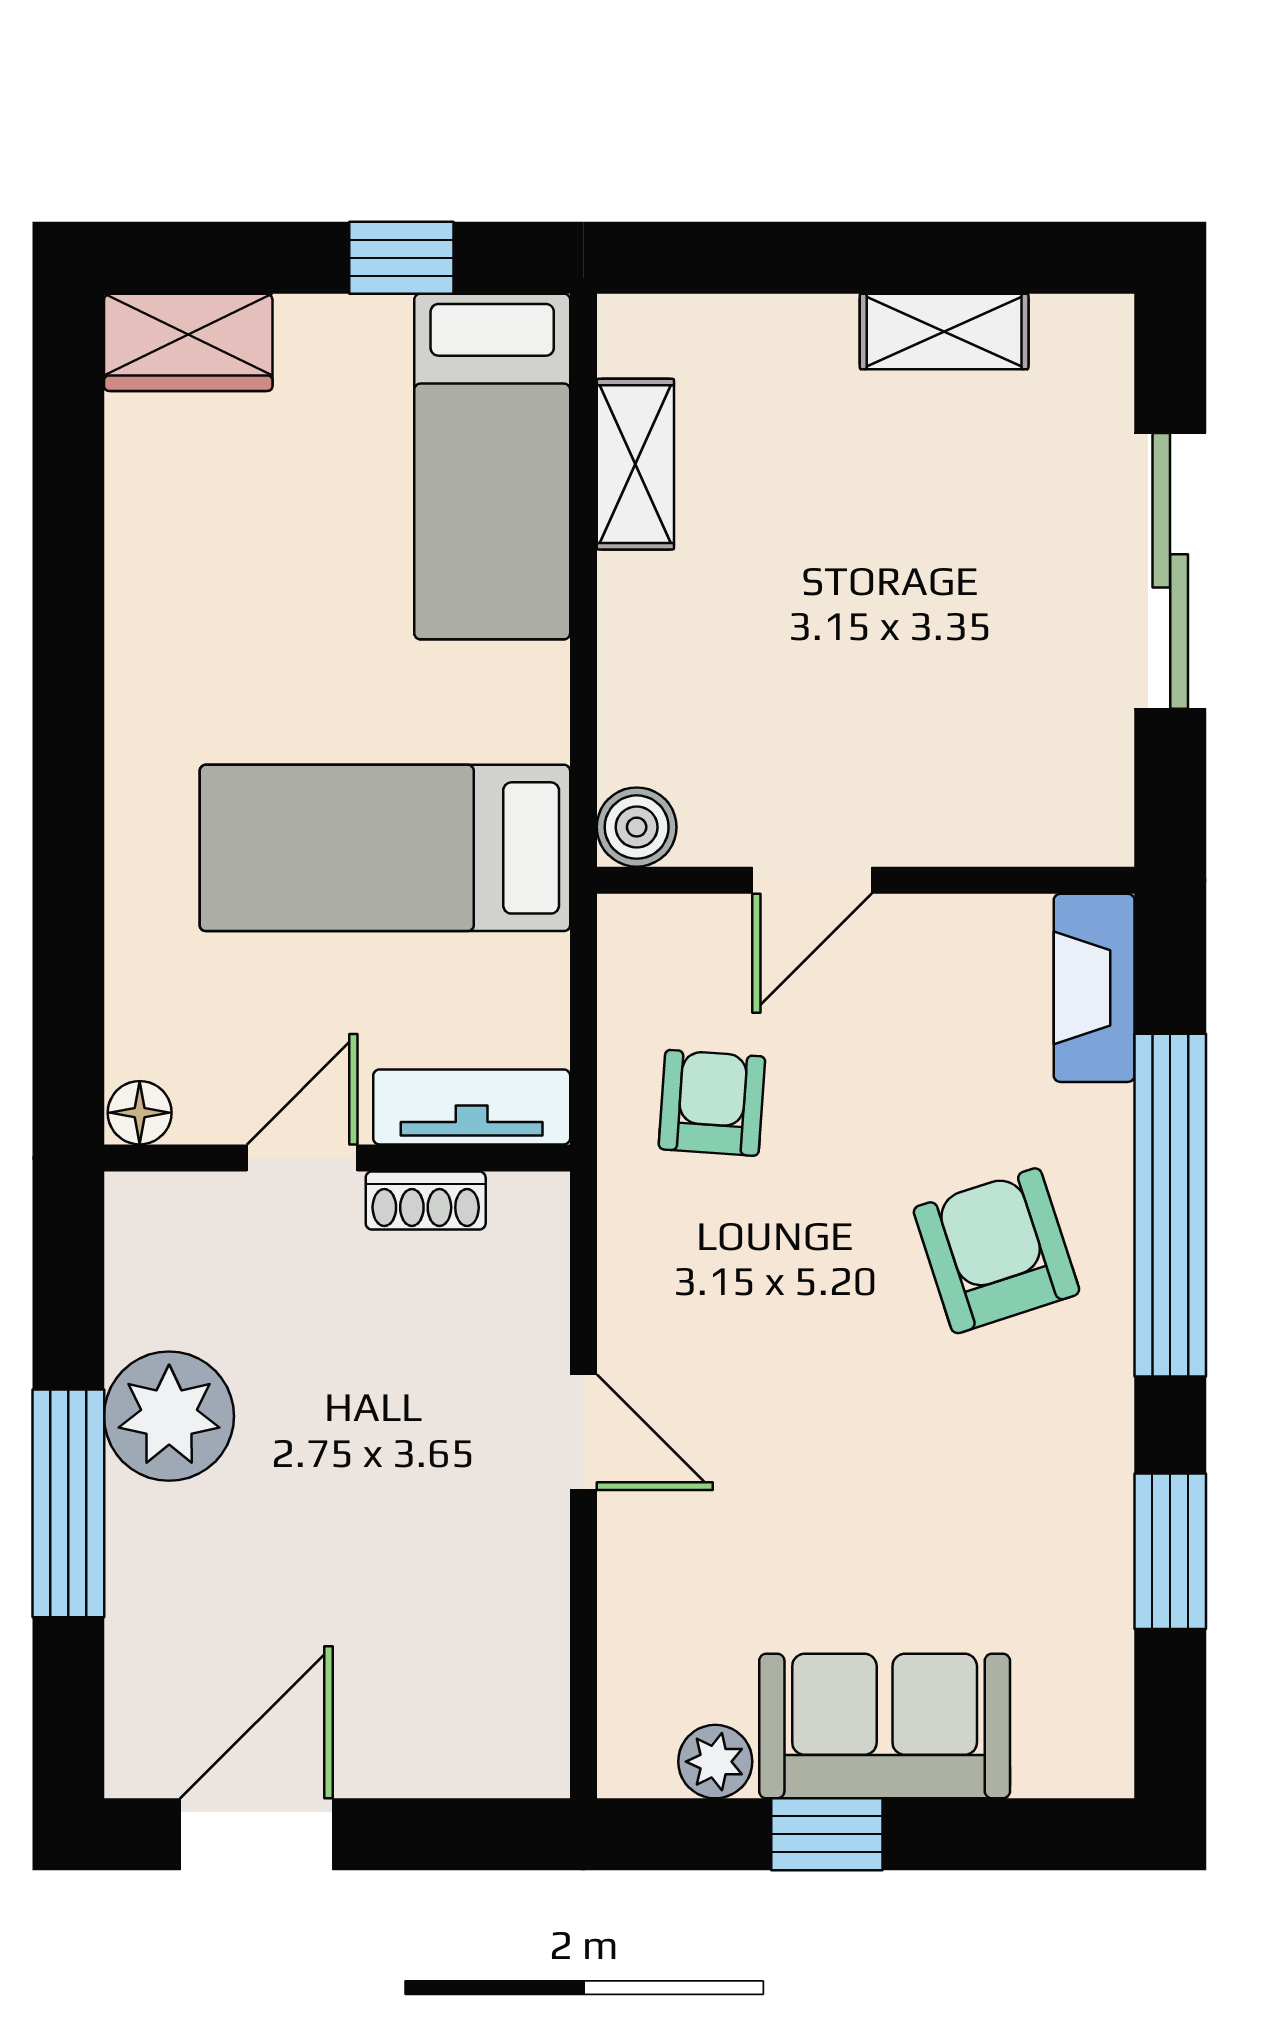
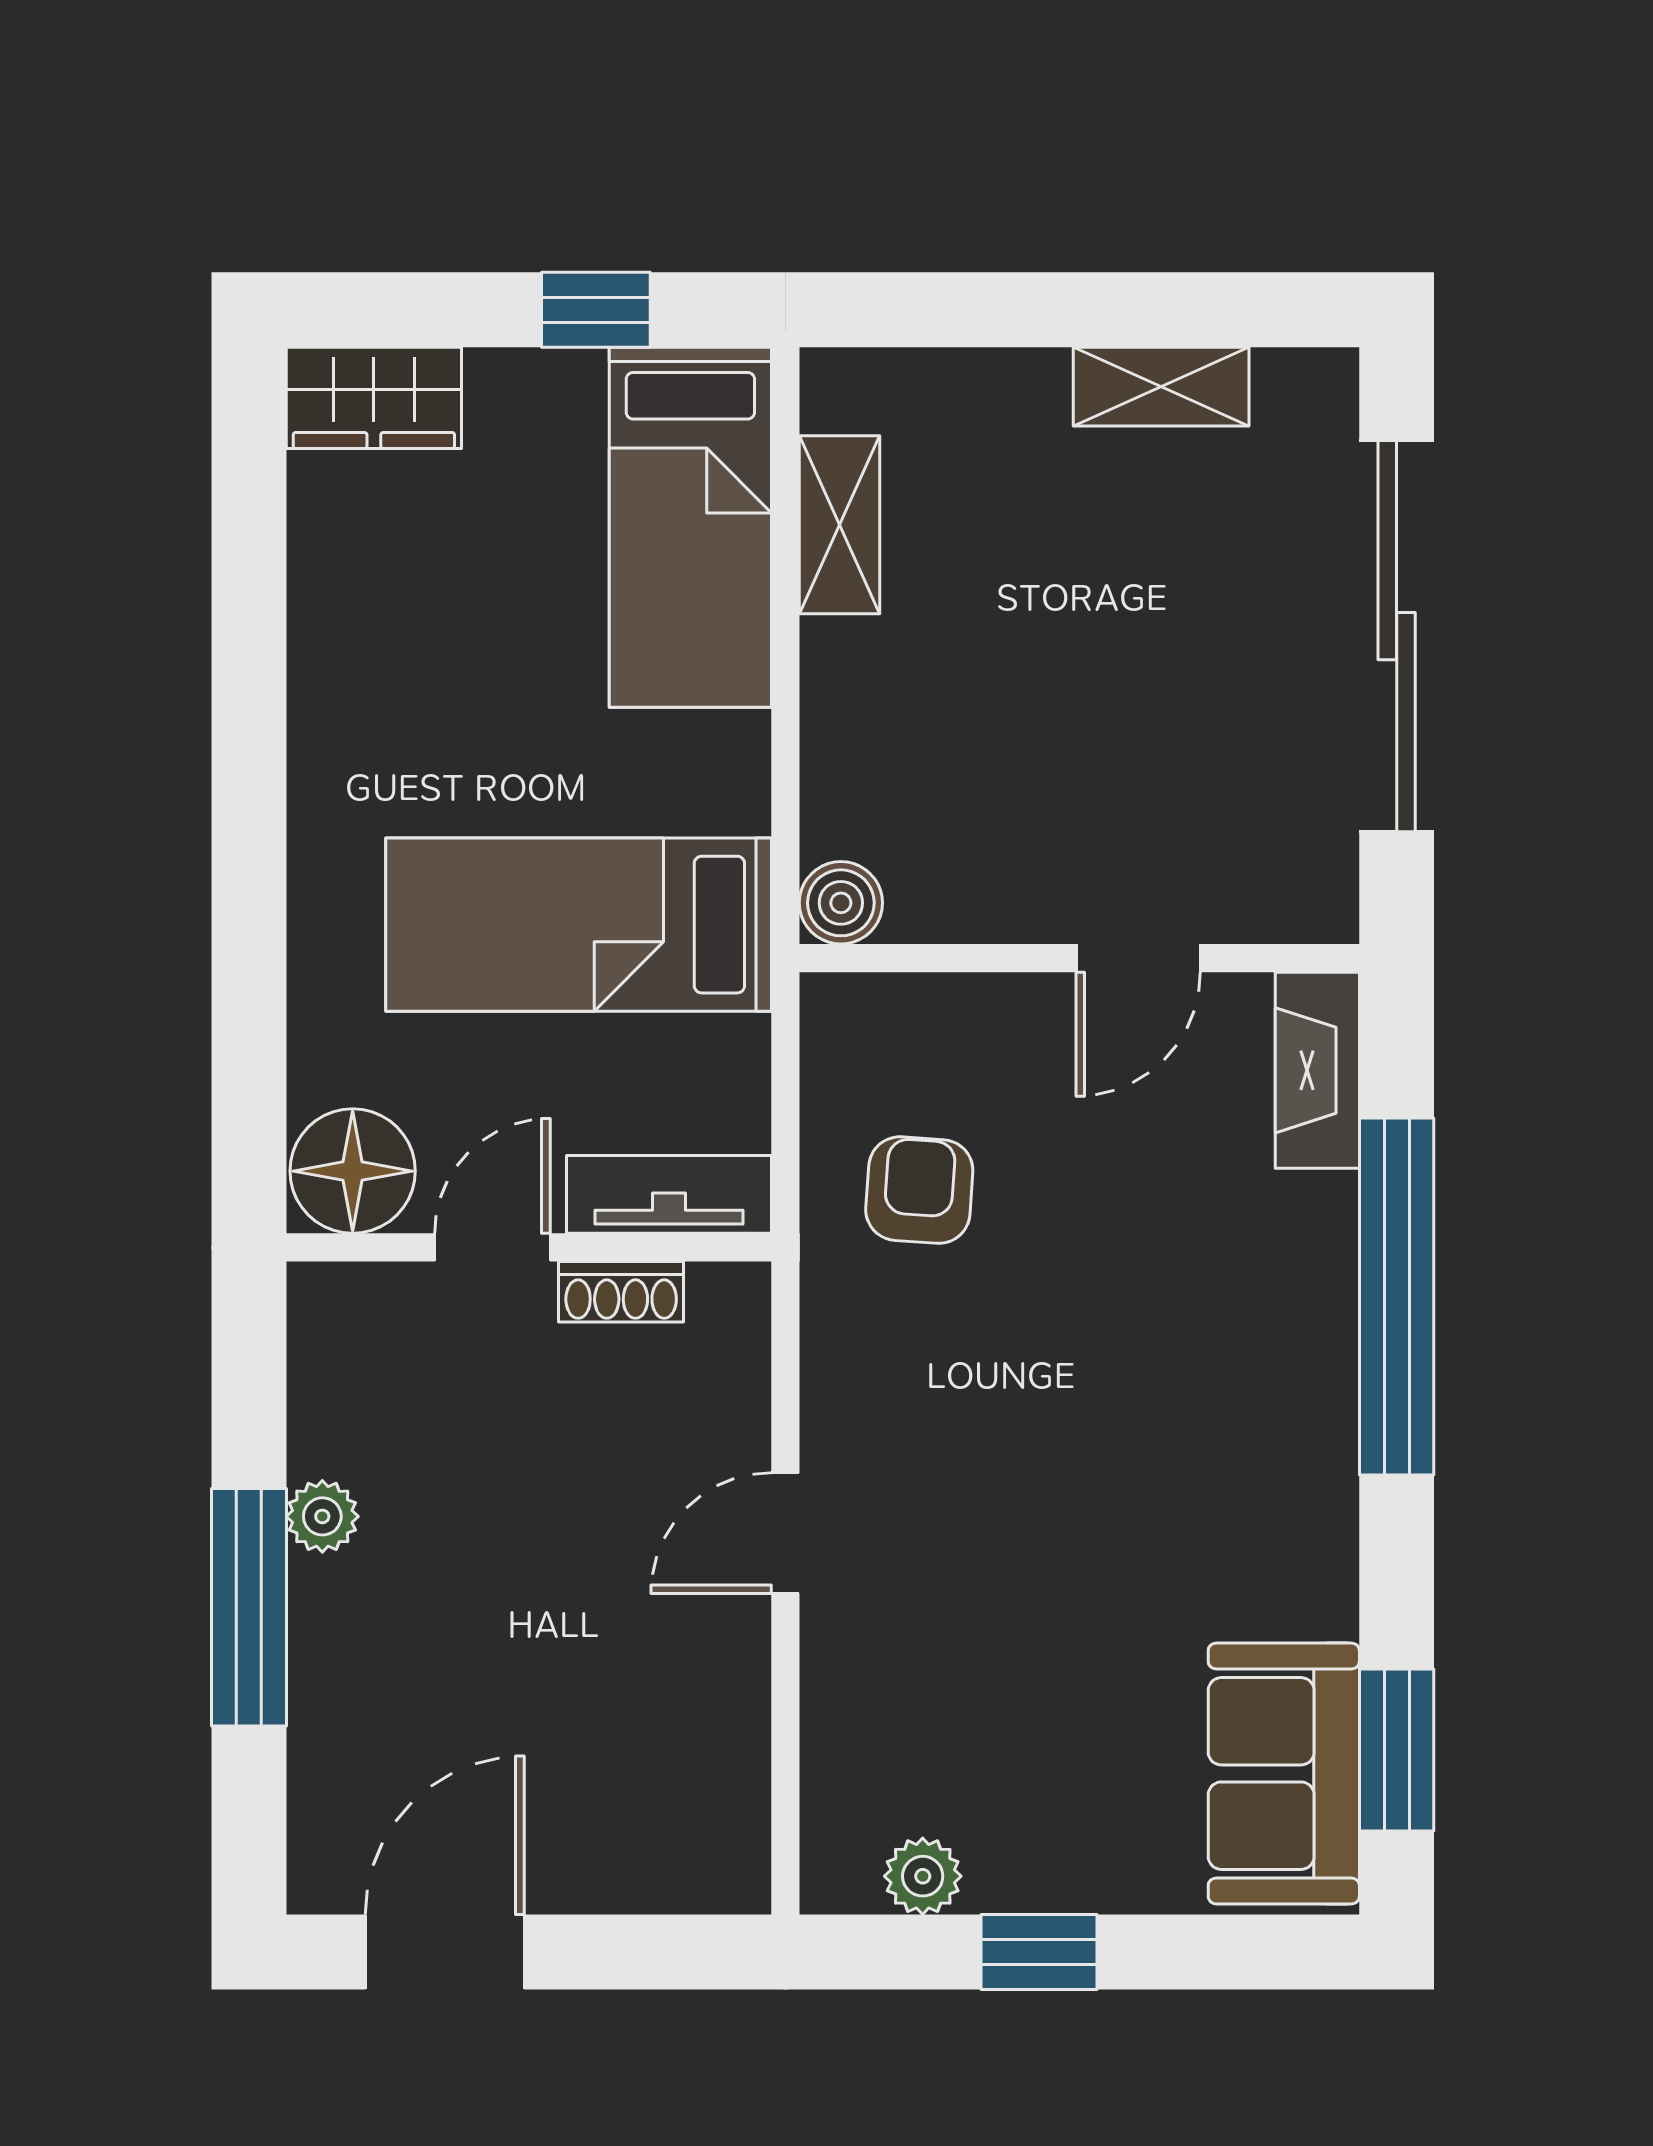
sliding door: (1170, 571) -> (1397, 636), width x1.36
door: (812, 880) -> (1138, 958), moved
floor lamp: (140, 1113) -> (353, 1171), width x1.89, depth x1.89
armchair: (996, 1251) -> (1216, 1344), removed
plant: (169, 1416) -> (322, 1516), width x0.53, depth x0.53
door: (583, 1432) -> (785, 1533), swing flipped
window: (1170, 1551) -> (1397, 1750), moved
sofa: (885, 1726) -> (1284, 1773), moved, turned -90

